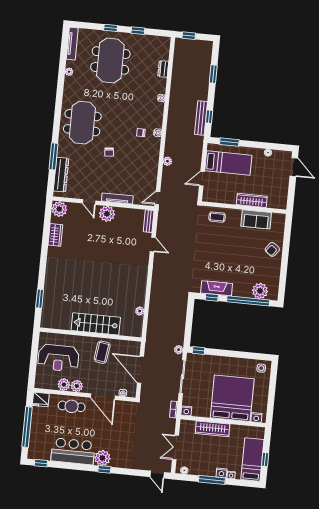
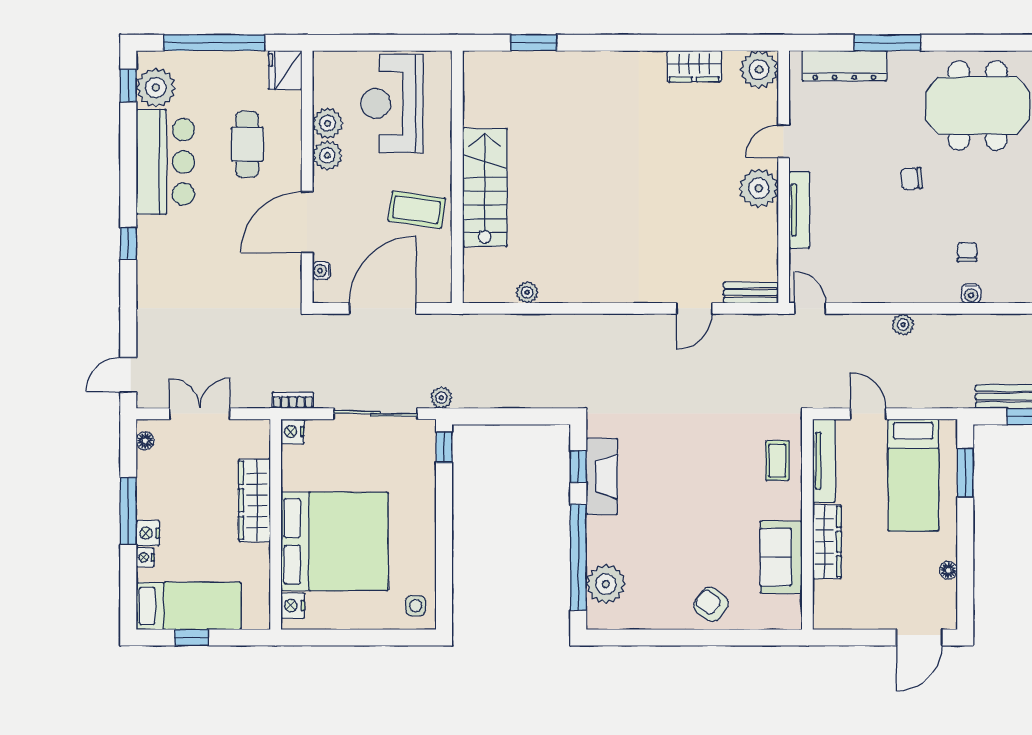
tv unit: (219, 198) -> (824, 461), added
cafe table: (72, 406) -> (247, 144), moved
plant: (102, 458) -> (156, 88), moved

